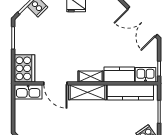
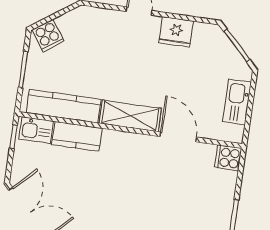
cooker: (25, 68) -> (228, 158), width x0.53, depth x0.76
shelving: (91, 76) -> (122, 140), removed
kitchen sink: (28, 92) -> (237, 102), moved, turned -90

